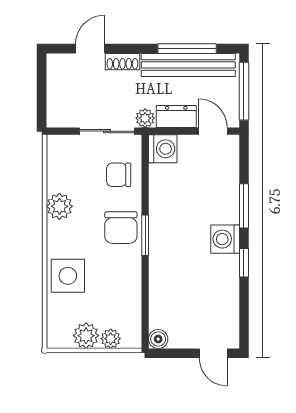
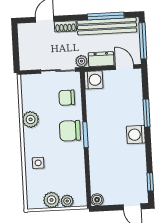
chair: (121, 228) -> (70, 131), turned 90
window: (244, 263) -> (150, 182), moved
side table: (68, 276) -> (38, 163), width x0.54, depth x0.54

